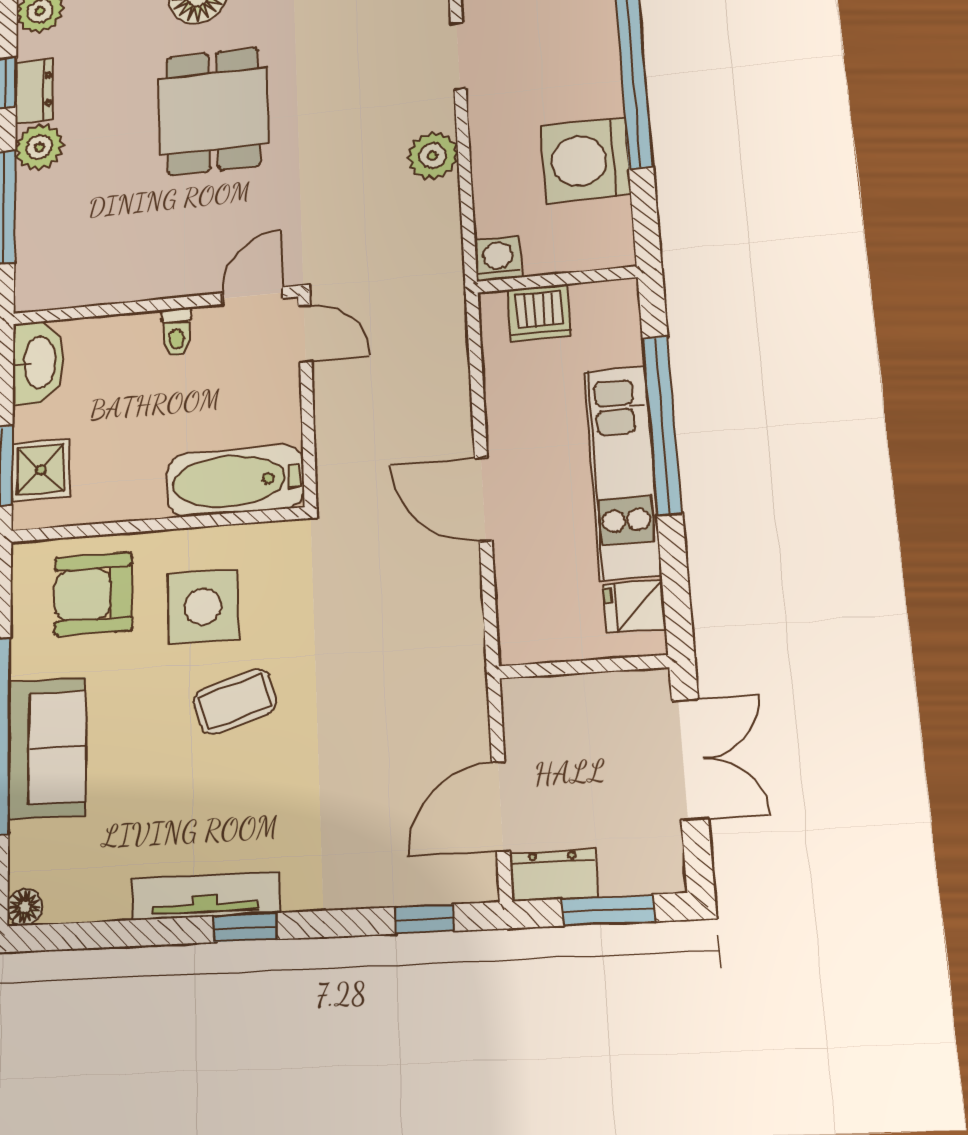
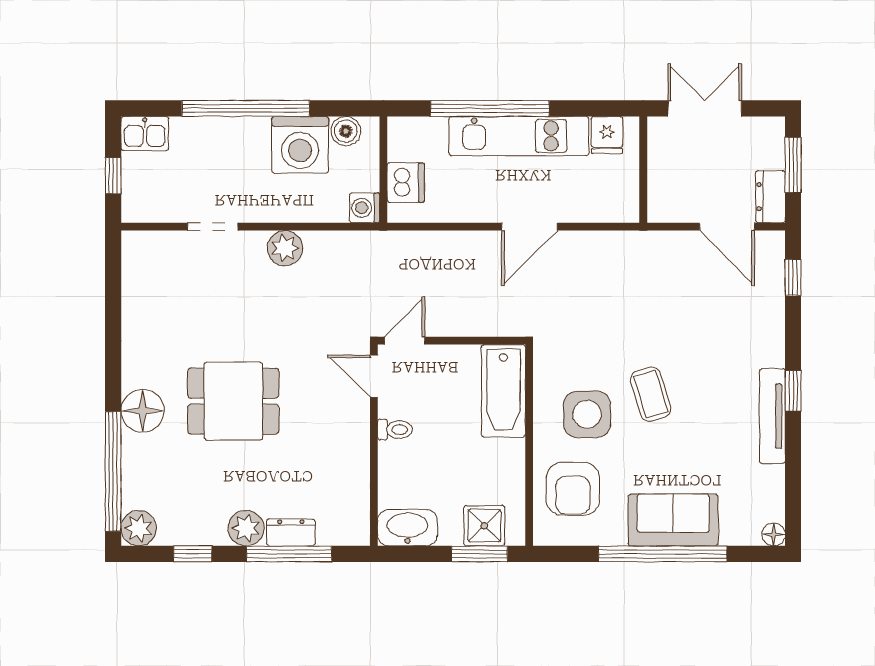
dresser: (34, 91) -> (291, 532), moved
boiler: (611, 221) -> (346, 131), added

